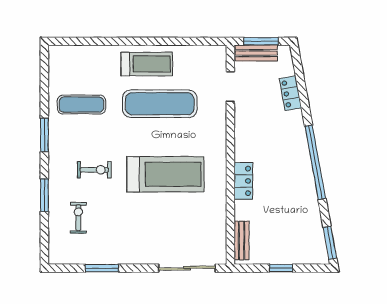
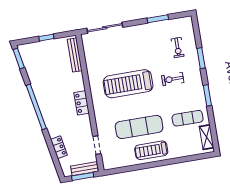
shelving: (57, 70) -> (207, 137), added
locker: (243, 181) -> (82, 103), moved
bench: (242, 240) -> (75, 55), width x1.36

